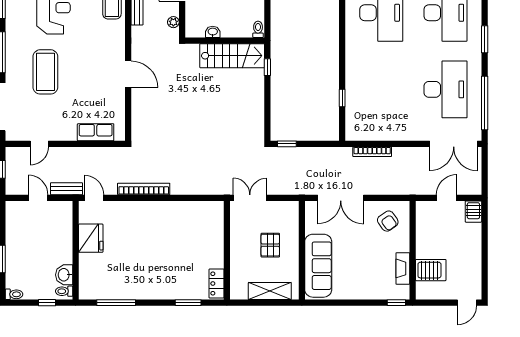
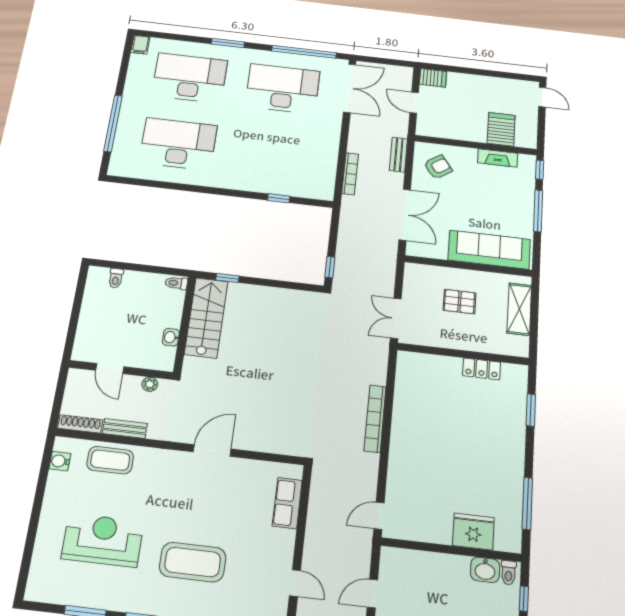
bench: (66, 189) -> (398, 155), moved
bookcase: (144, 189) -> (375, 419), moved
fridge: (91, 238) -> (473, 532), moved
locker: (217, 284) -> (482, 369), moved
window: (358, 303) -> (538, 211), added

